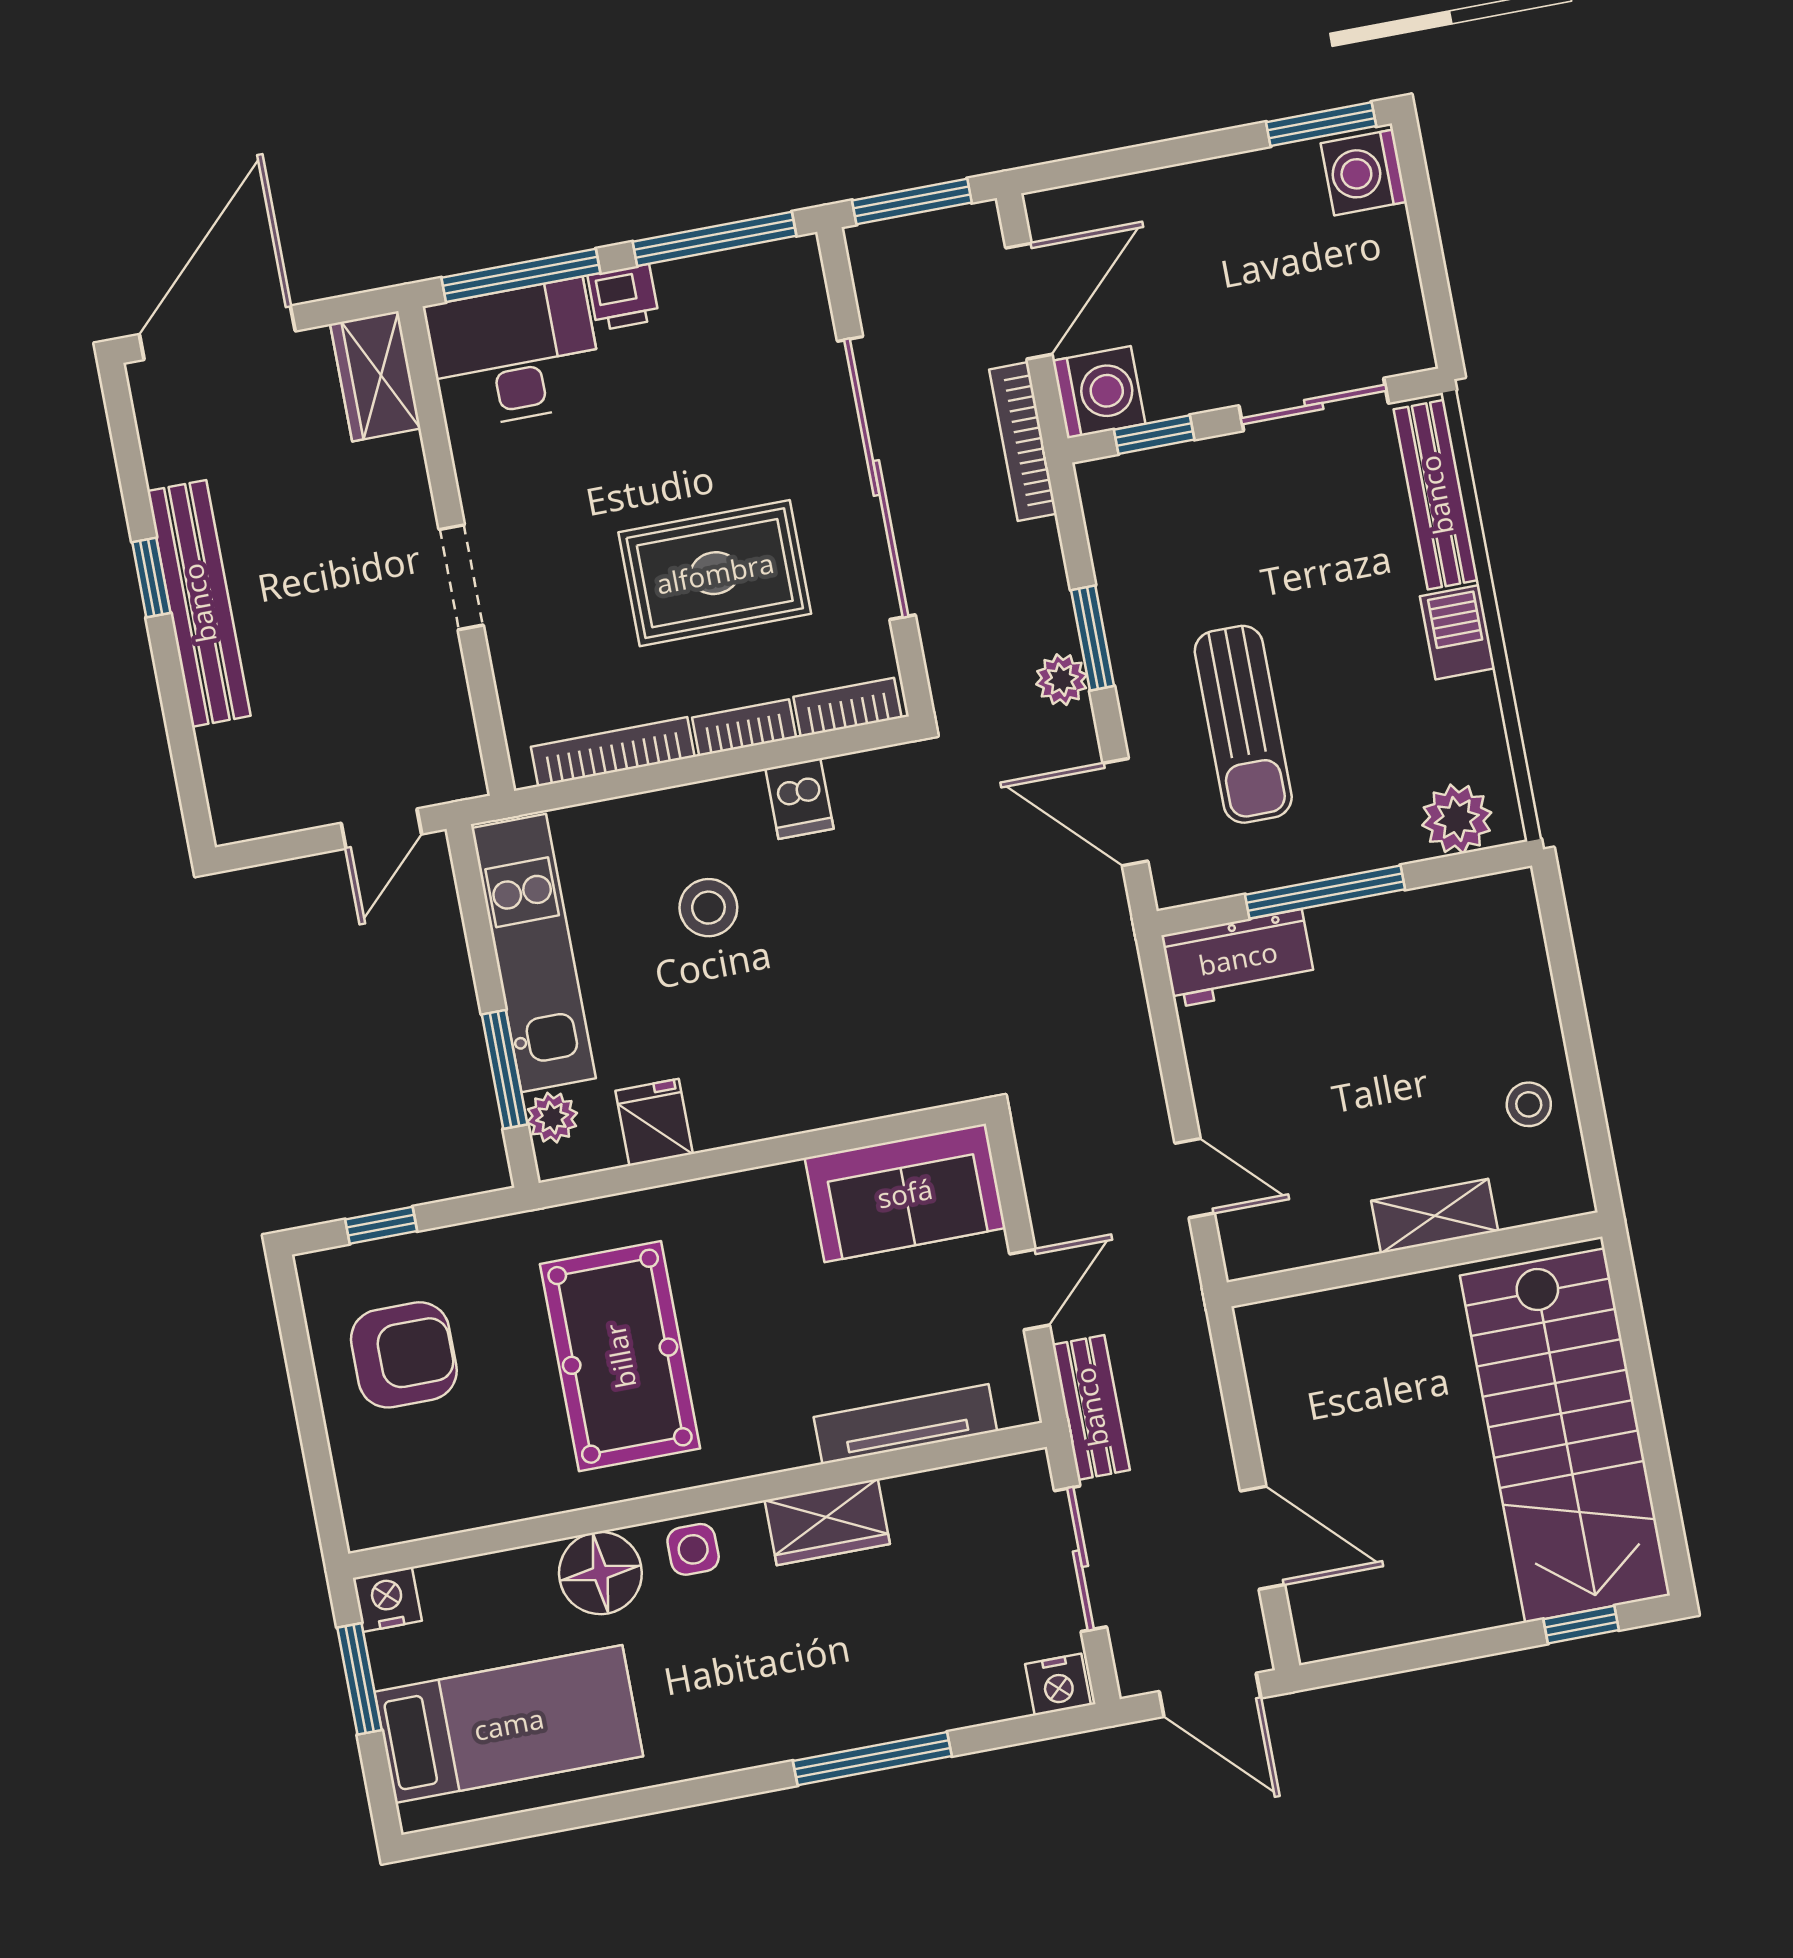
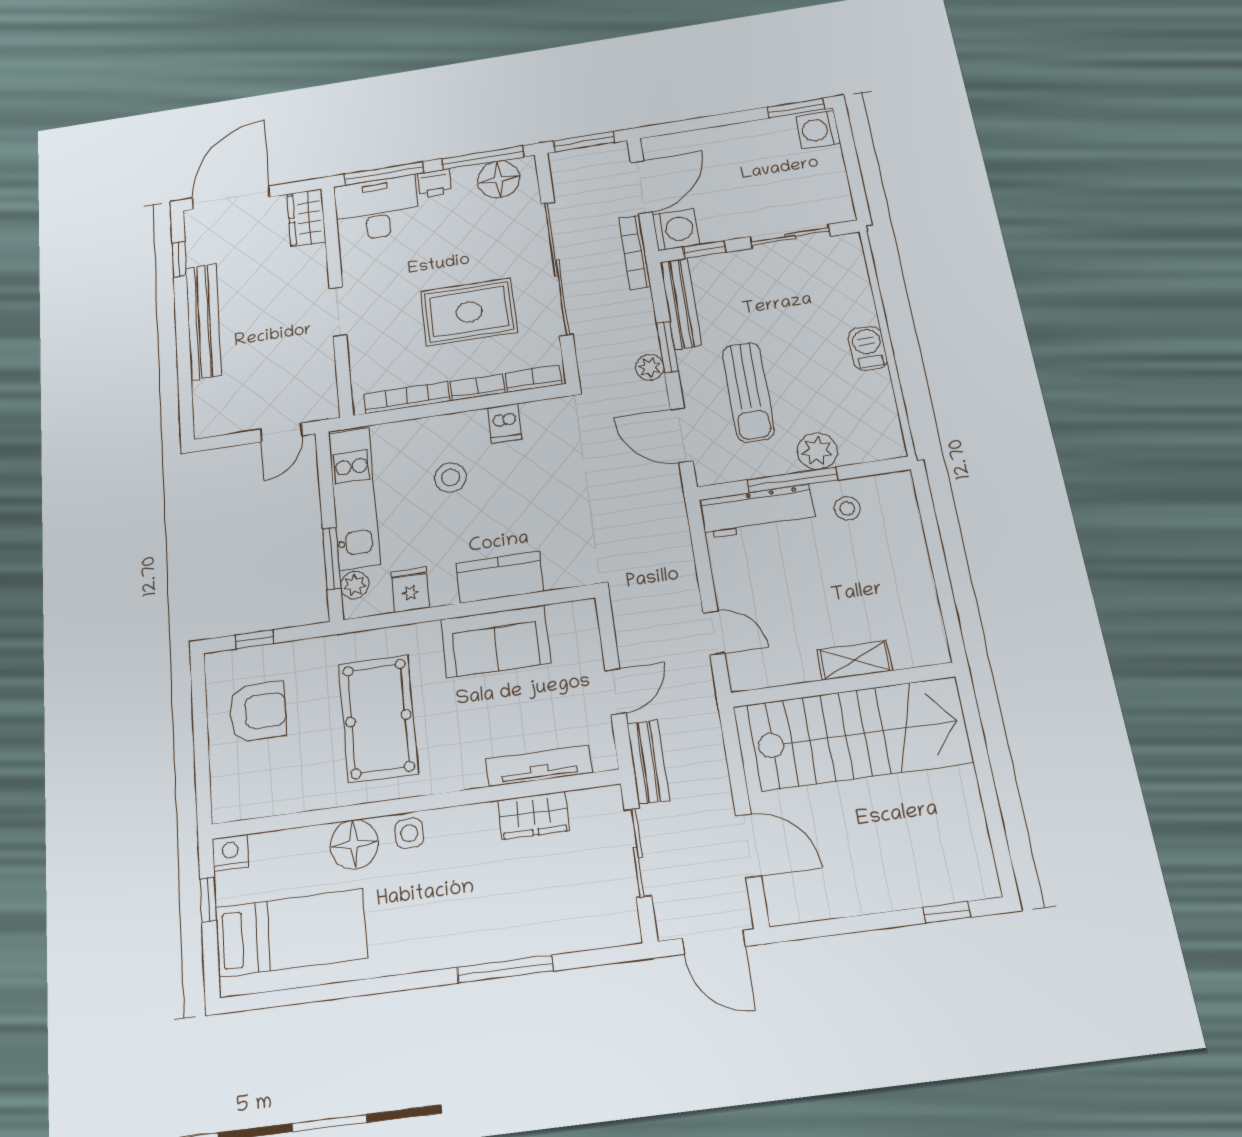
floor lamp: (750, 287) -> (499, 179), added
bench: (1436, 495) -> (681, 303), moved
window: (151, 578) -> (179, 260), moved
plant: (1457, 819) -> (817, 451), moved
workbench: (1238, 958) -> (757, 511), width x1.38
kitchen counter: (813, 1093) -> (500, 577), added
stool: (1529, 1104) -> (847, 508), moved
sofa: (905, 1193) -> (495, 641), moved
stairs: (1565, 1435) -> (859, 733), moved, turned -90
wardrobe: (827, 1522) -> (533, 815), moved
window: (359, 1679) -> (208, 900), width x0.67
nightstand: (1058, 1684) -> (620, 930), removed

